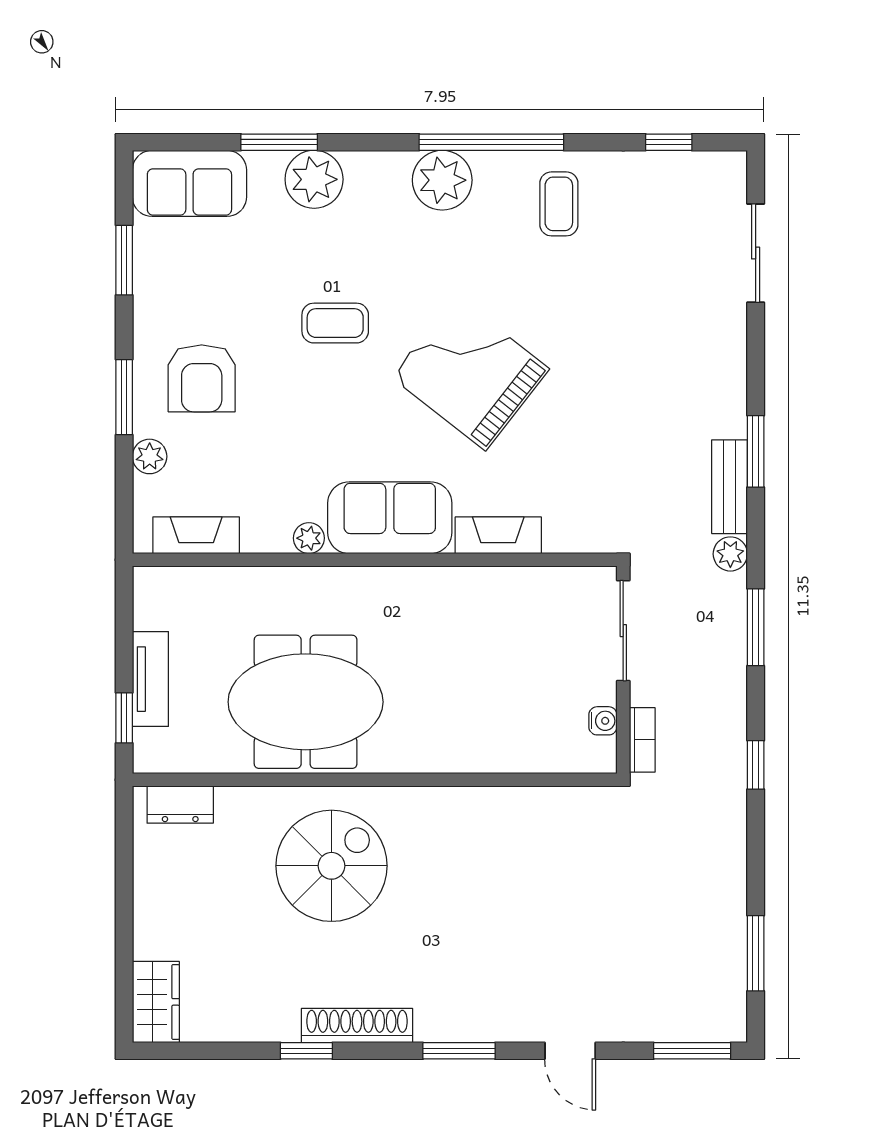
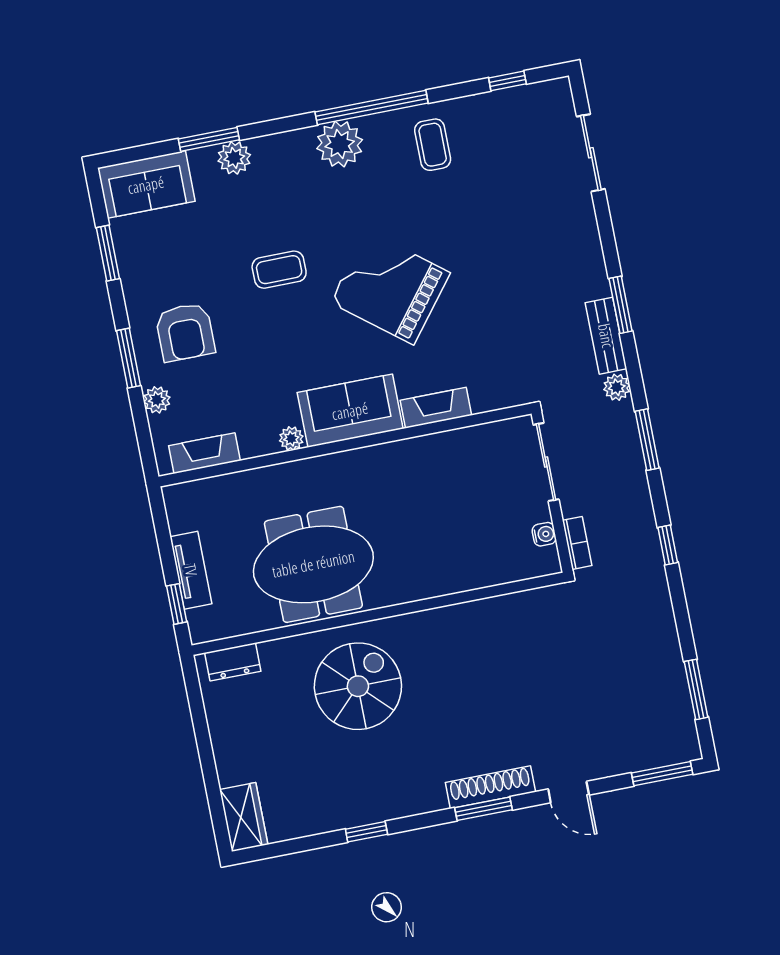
plant: (314, 179) -> (234, 158), width x0.73, depth x0.73
shoe rack: (357, 1025) -> (490, 787), moved

